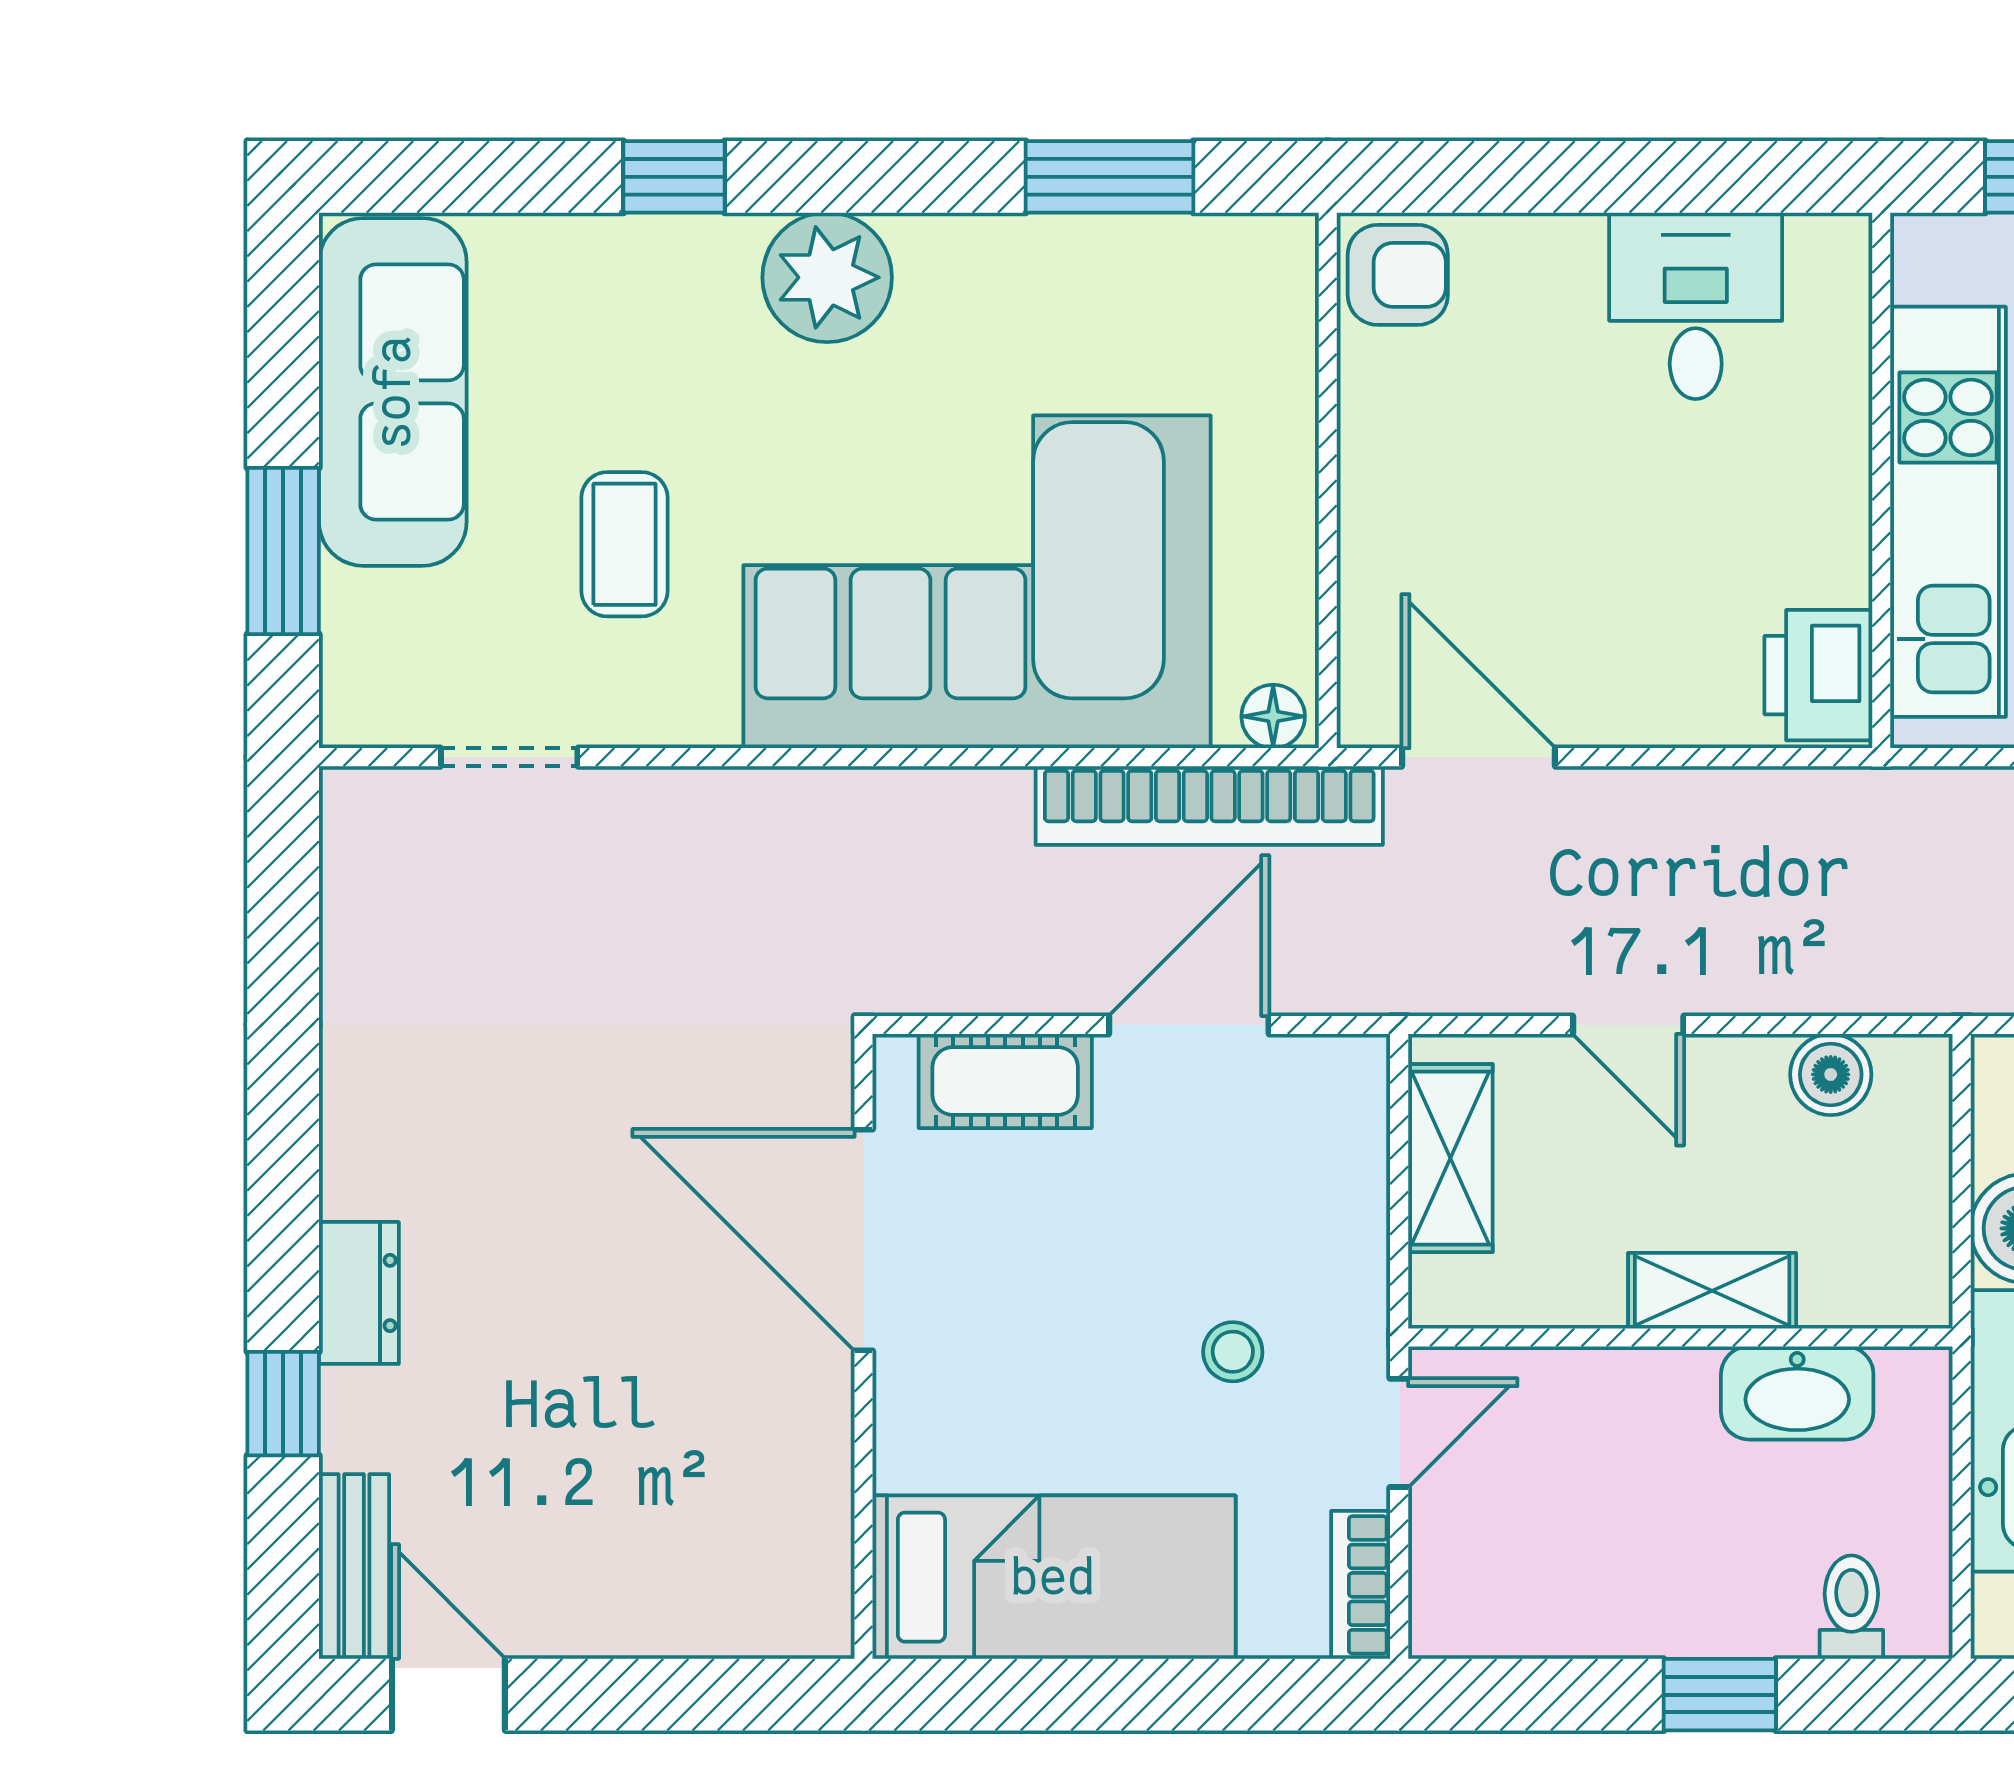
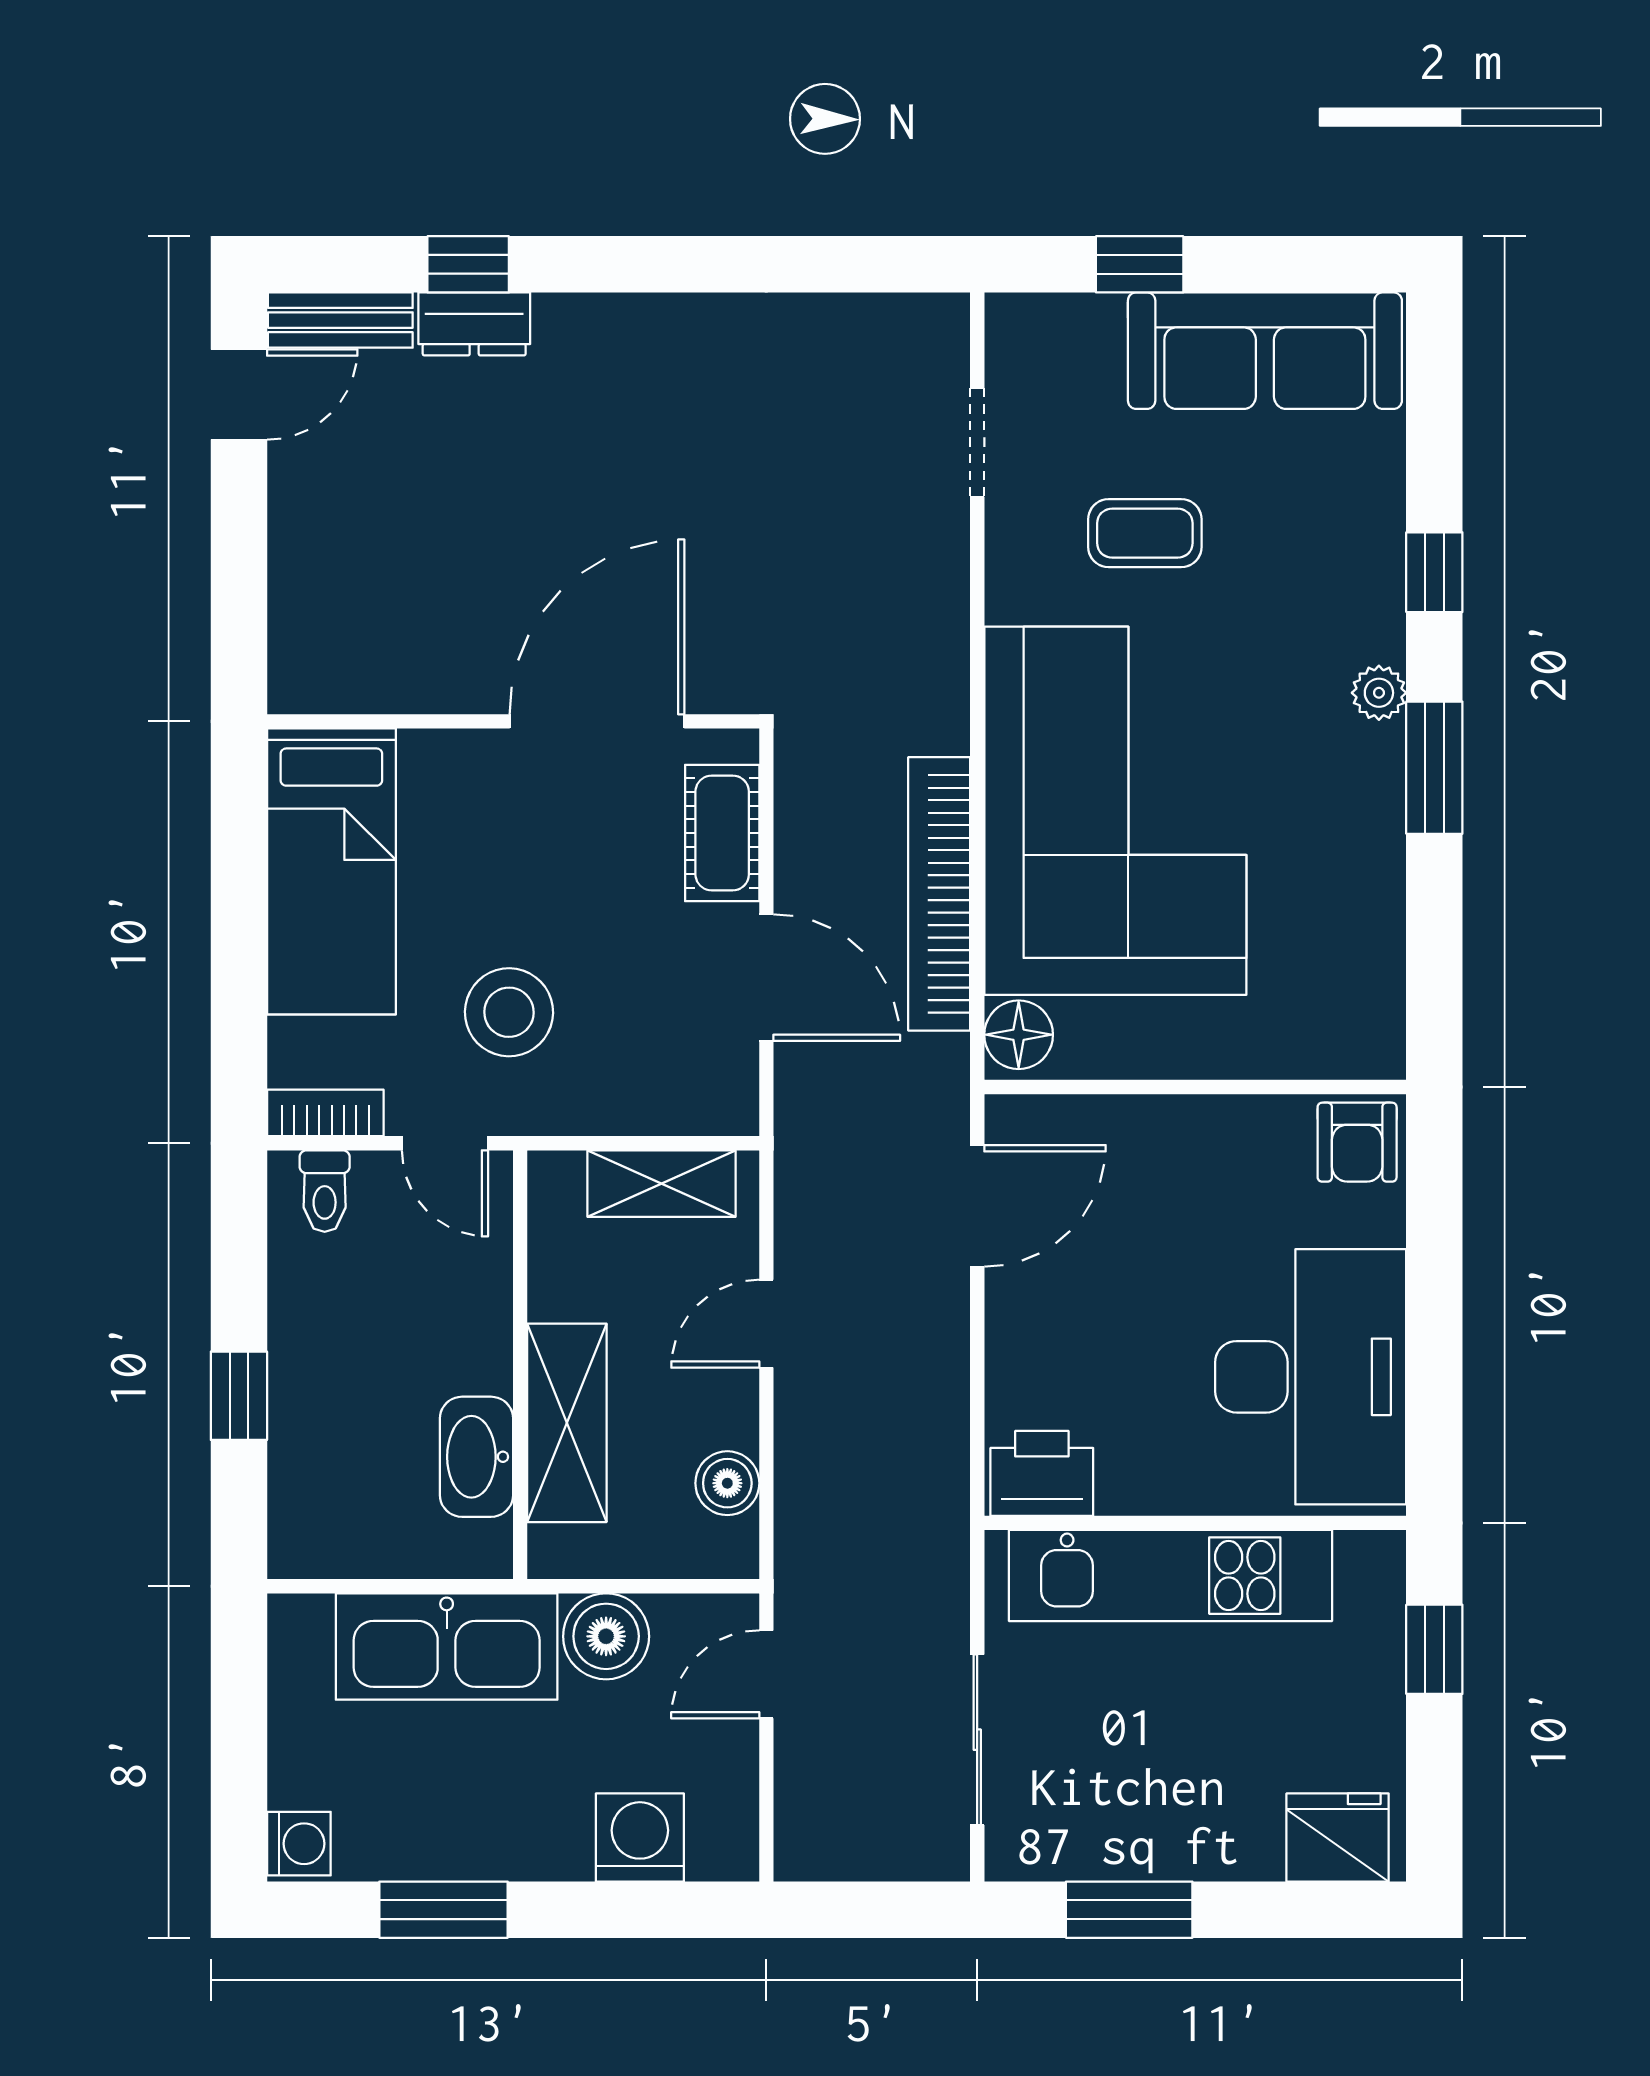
window: (1110, 177) -> (1434, 768), moved
plant: (827, 277) -> (1379, 693), width x0.53, depth x0.53
desk: (1696, 306) -> (1311, 1377), width x1.87, depth x1.30
window: (283, 551) -> (1140, 264), width x0.67
floor lamp: (1273, 716) -> (1019, 1035), width x1.37, depth x1.37
bookcase: (1209, 805) -> (939, 894), moved
shelving: (1712, 1291) -> (567, 1423), width x1.50, depth x1.33
dresser: (359, 1293) -> (474, 324), moved
stool: (1233, 1352) -> (509, 1012), width x1.89, depth x1.89
toilet: (1851, 1607) -> (325, 1191), moved, turned 90

